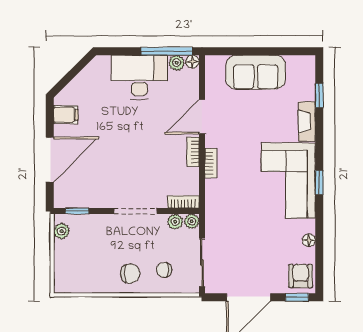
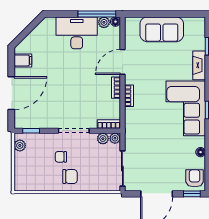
chair: (164, 270) -> (61, 157), moved

